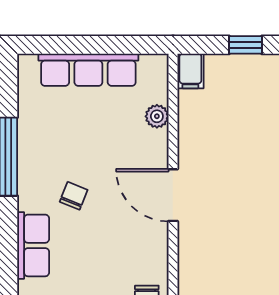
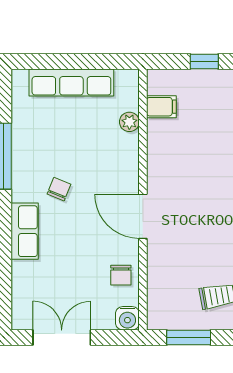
filing cabinet: (190, 71) -> (161, 107), moved, turned -90
door: (173, 195) -> (143, 216), moved

